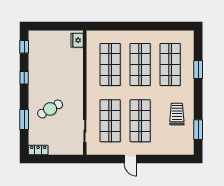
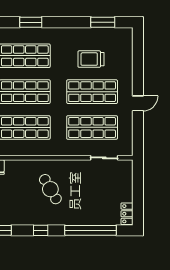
cafe table: (50, 109) -> (50, 189), moved
trolley: (177, 114) -> (91, 59), moved
window: (24, 119) -> (91, 230), width x2.11

